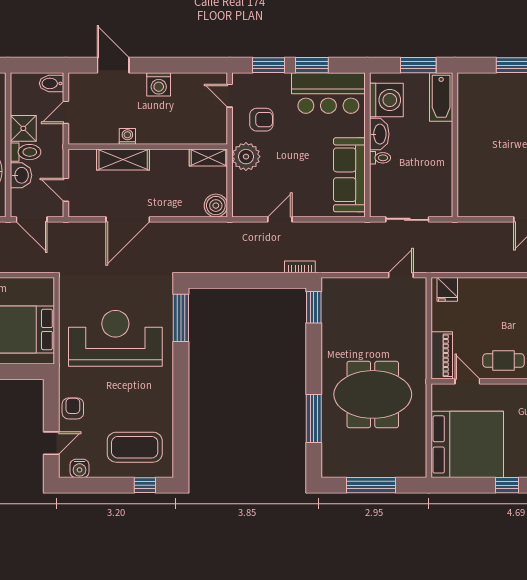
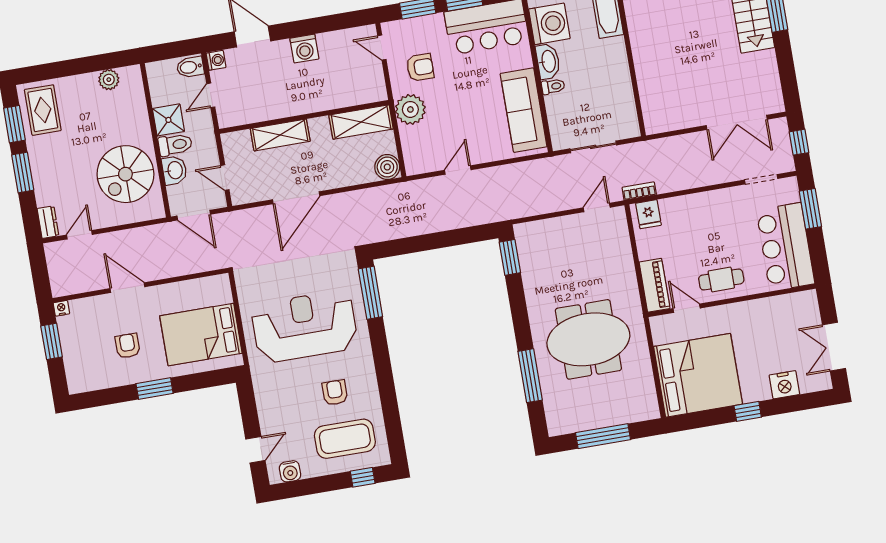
washing machine: (127, 136) -> (216, 60), moved, turned 90
shelving: (208, 157) -> (361, 122), width x1.50, depth x1.33
bookcase: (300, 267) -> (639, 191), moved
armchair: (73, 408) -> (335, 393), moved

